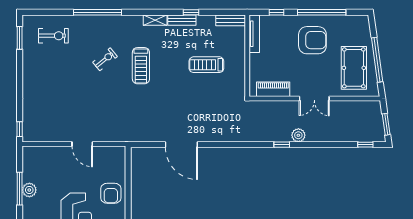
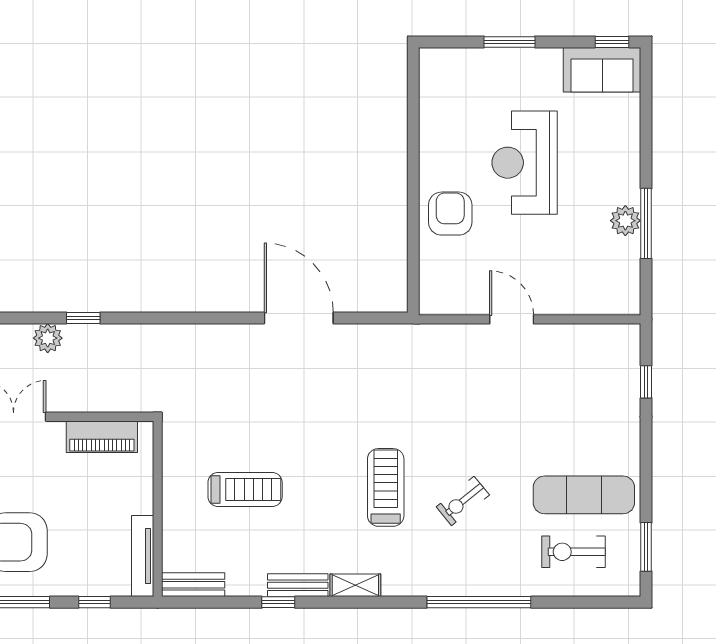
exercise mat: (49, 62) -> (584, 495), added
window: (20, 129) -> (646, 382), moved

